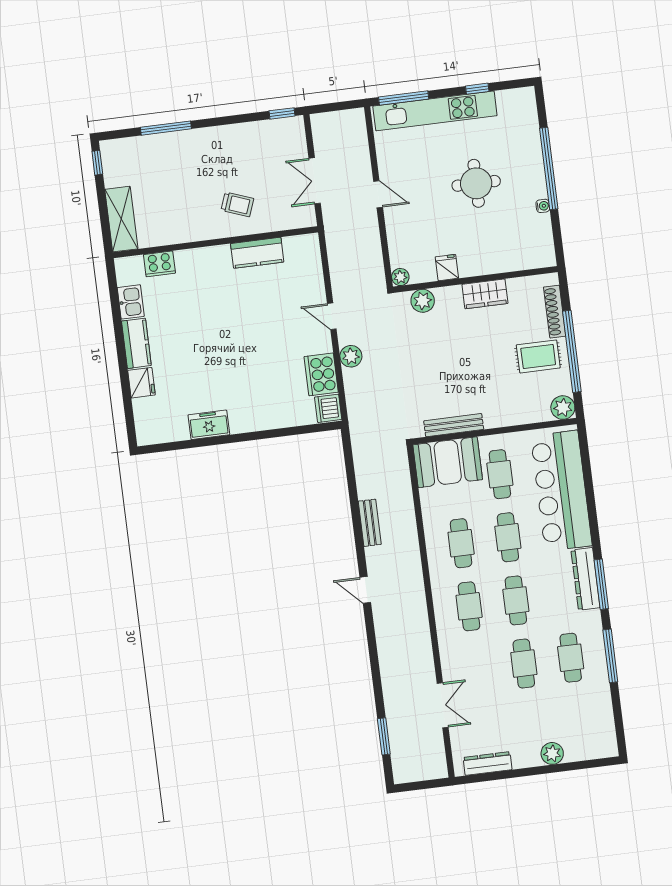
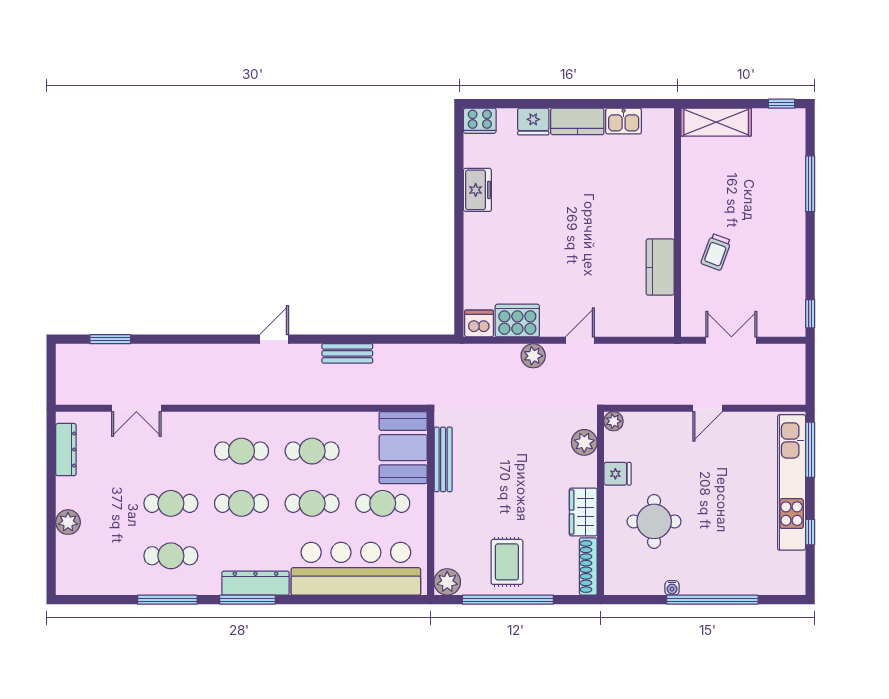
round table: (476, 183) -> (654, 521), moved
cooker: (159, 264) -> (480, 121), moved, turned -90
shoe rack: (555, 312) -> (588, 566), moved, turned -90

